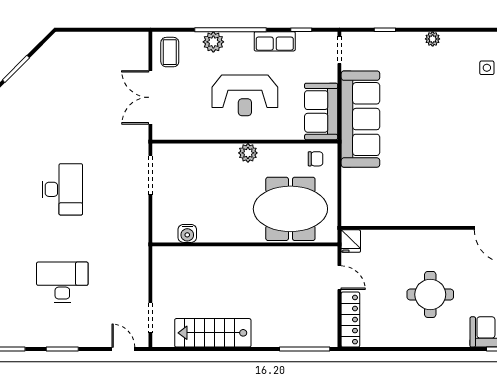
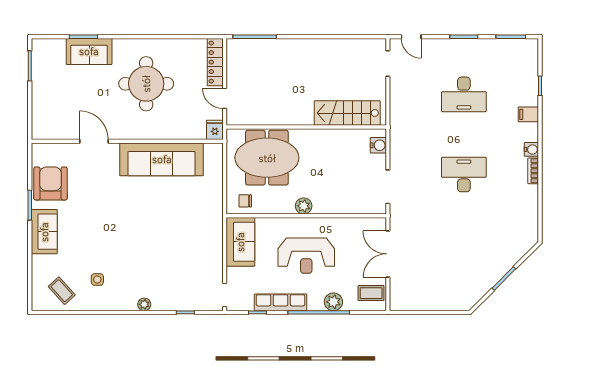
row of seats: (275, 41) -> (281, 302), width x1.48
coffee table: (170, 52) -> (371, 293), turned 90
reception desk: (245, 95) -> (306, 256), turned 180
double door: (150, 97) -> (388, 254), swing flipped
sofa: (360, 119) -> (162, 159), moved, turned -90
desk: (62, 189) -> (464, 175), turned 90
water cooler: (187, 233) -> (378, 145), moved, turned 90
round table: (430, 294) -> (146, 84), width x1.36, depth x1.36
stairs: (213, 333) -> (347, 113), moved, turned 180

